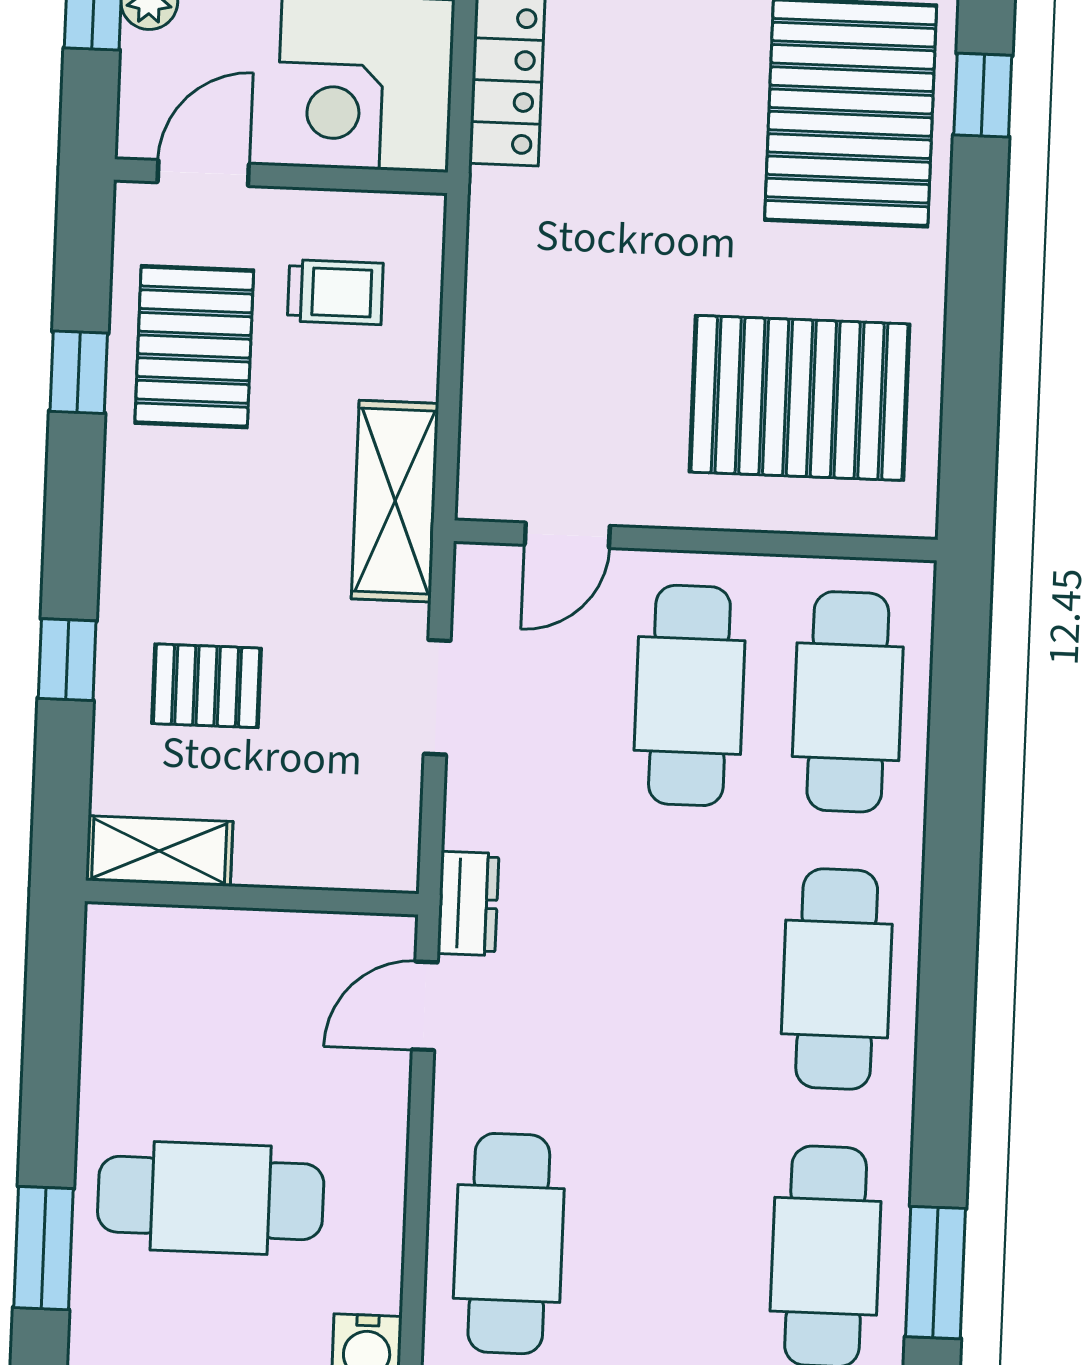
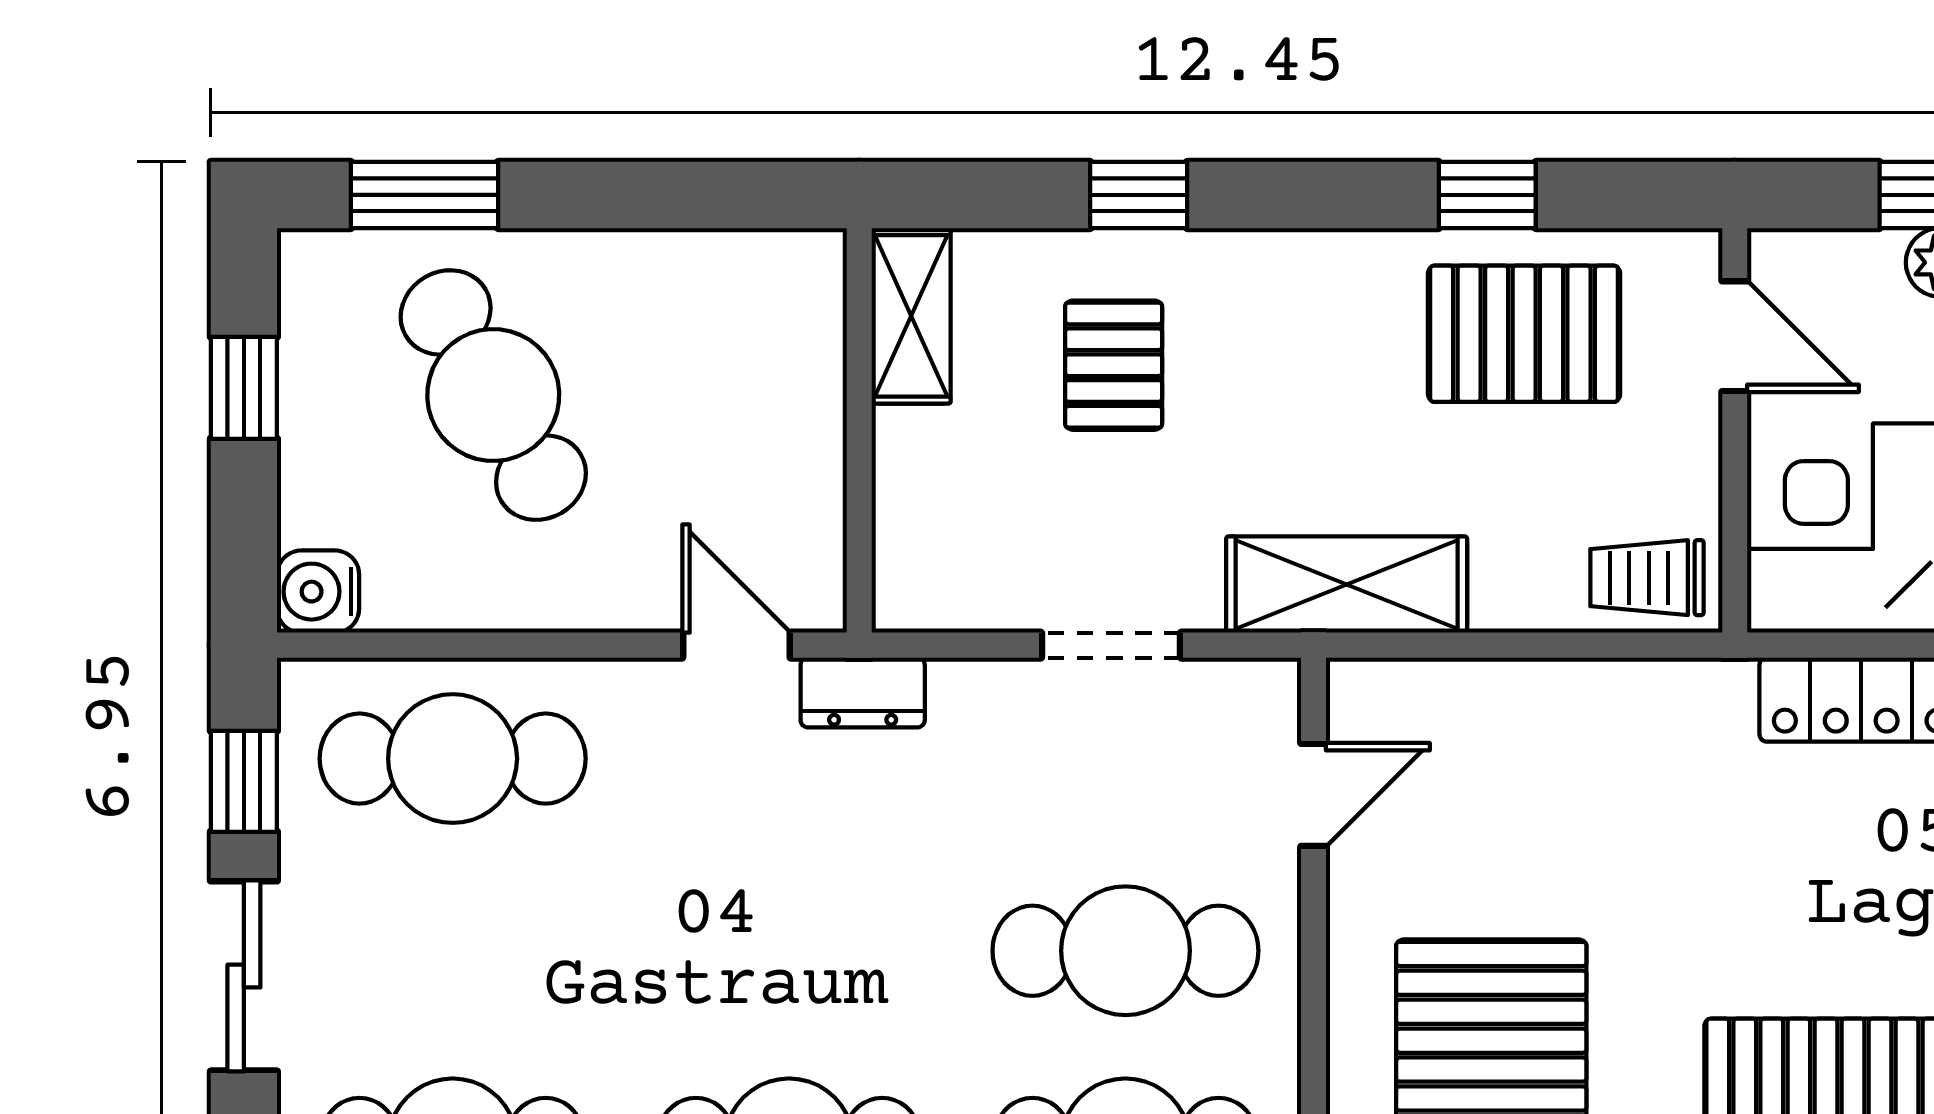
trolley: (335, 292) -> (1647, 578), moved, turned 90
door: (567, 535) -> (1314, 795), swing flipped
cafe table: (211, 1198) -> (493, 395), turned -30

